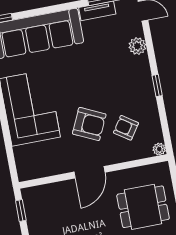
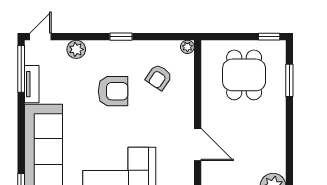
armchair: (89, 124) -> (113, 91), moved, turned 65
door: (90, 172) -> (198, 145), moved

